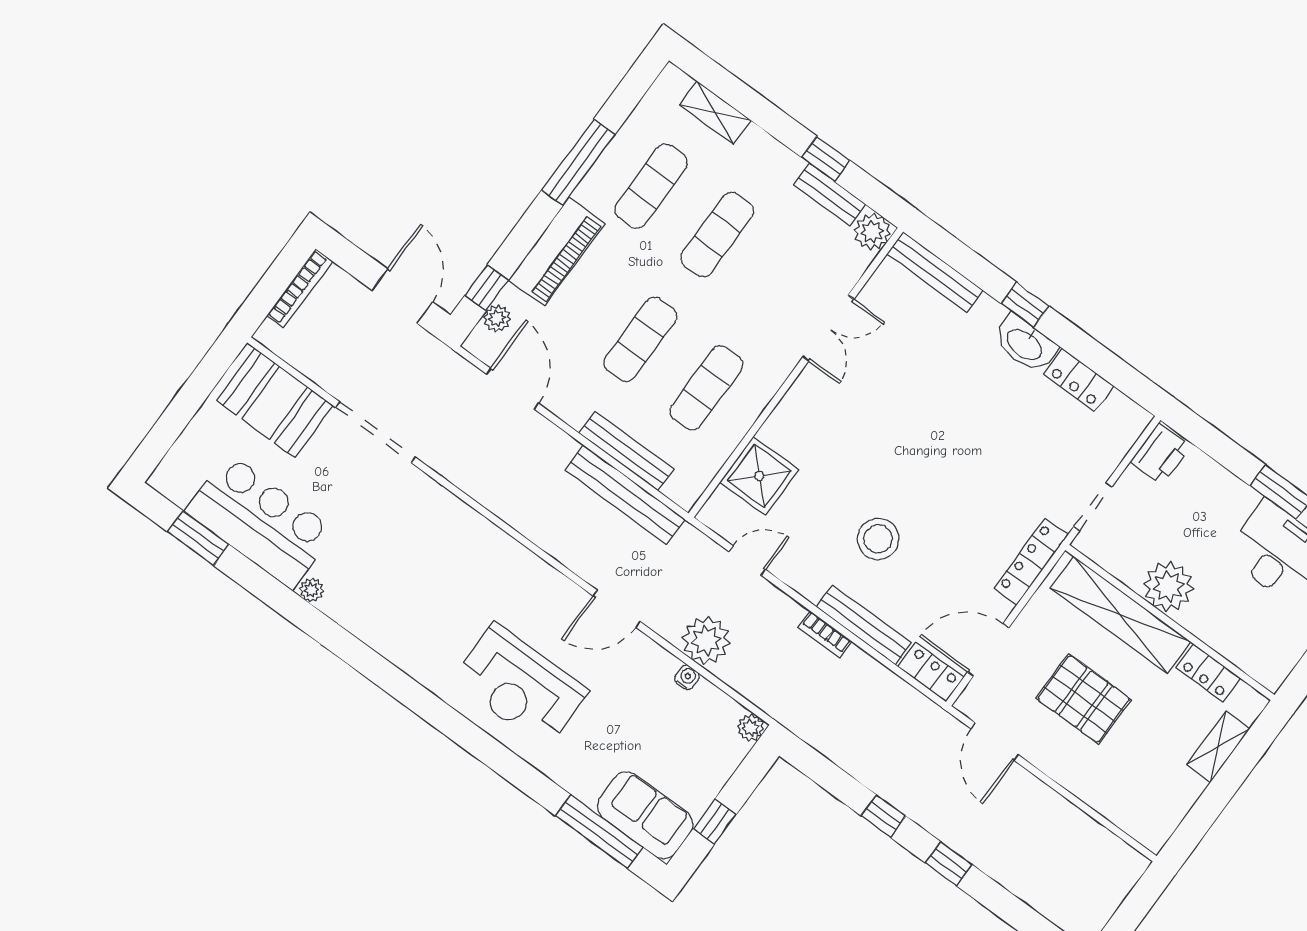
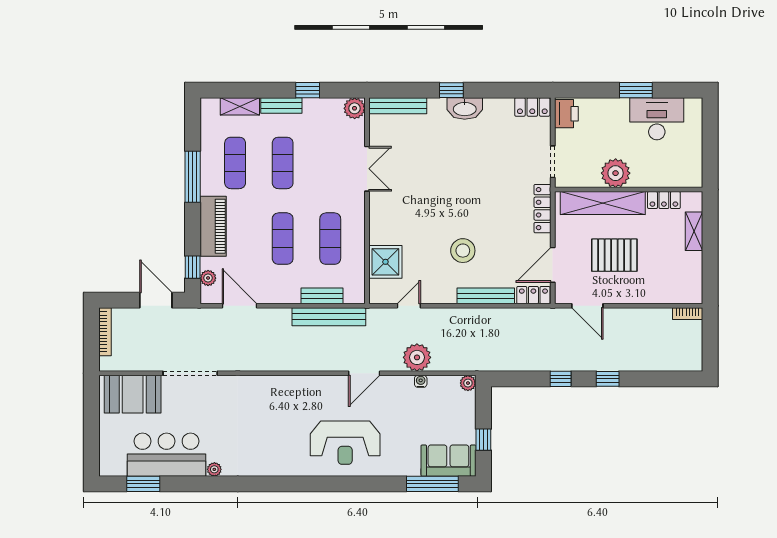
bench: (830, 195) -> (281, 105), moved
locker: (1079, 380) -> (532, 107), moved
bench: (626, 451) -> (322, 296), width x0.73
bookcase: (825, 634) -> (688, 314), moved

